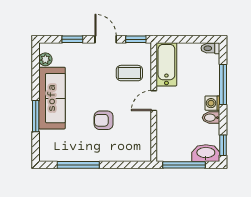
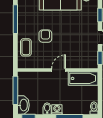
coffee table: (129, 73) -> (26, 47), moved
door: (154, 101) -> (59, 70), hinge flipped

